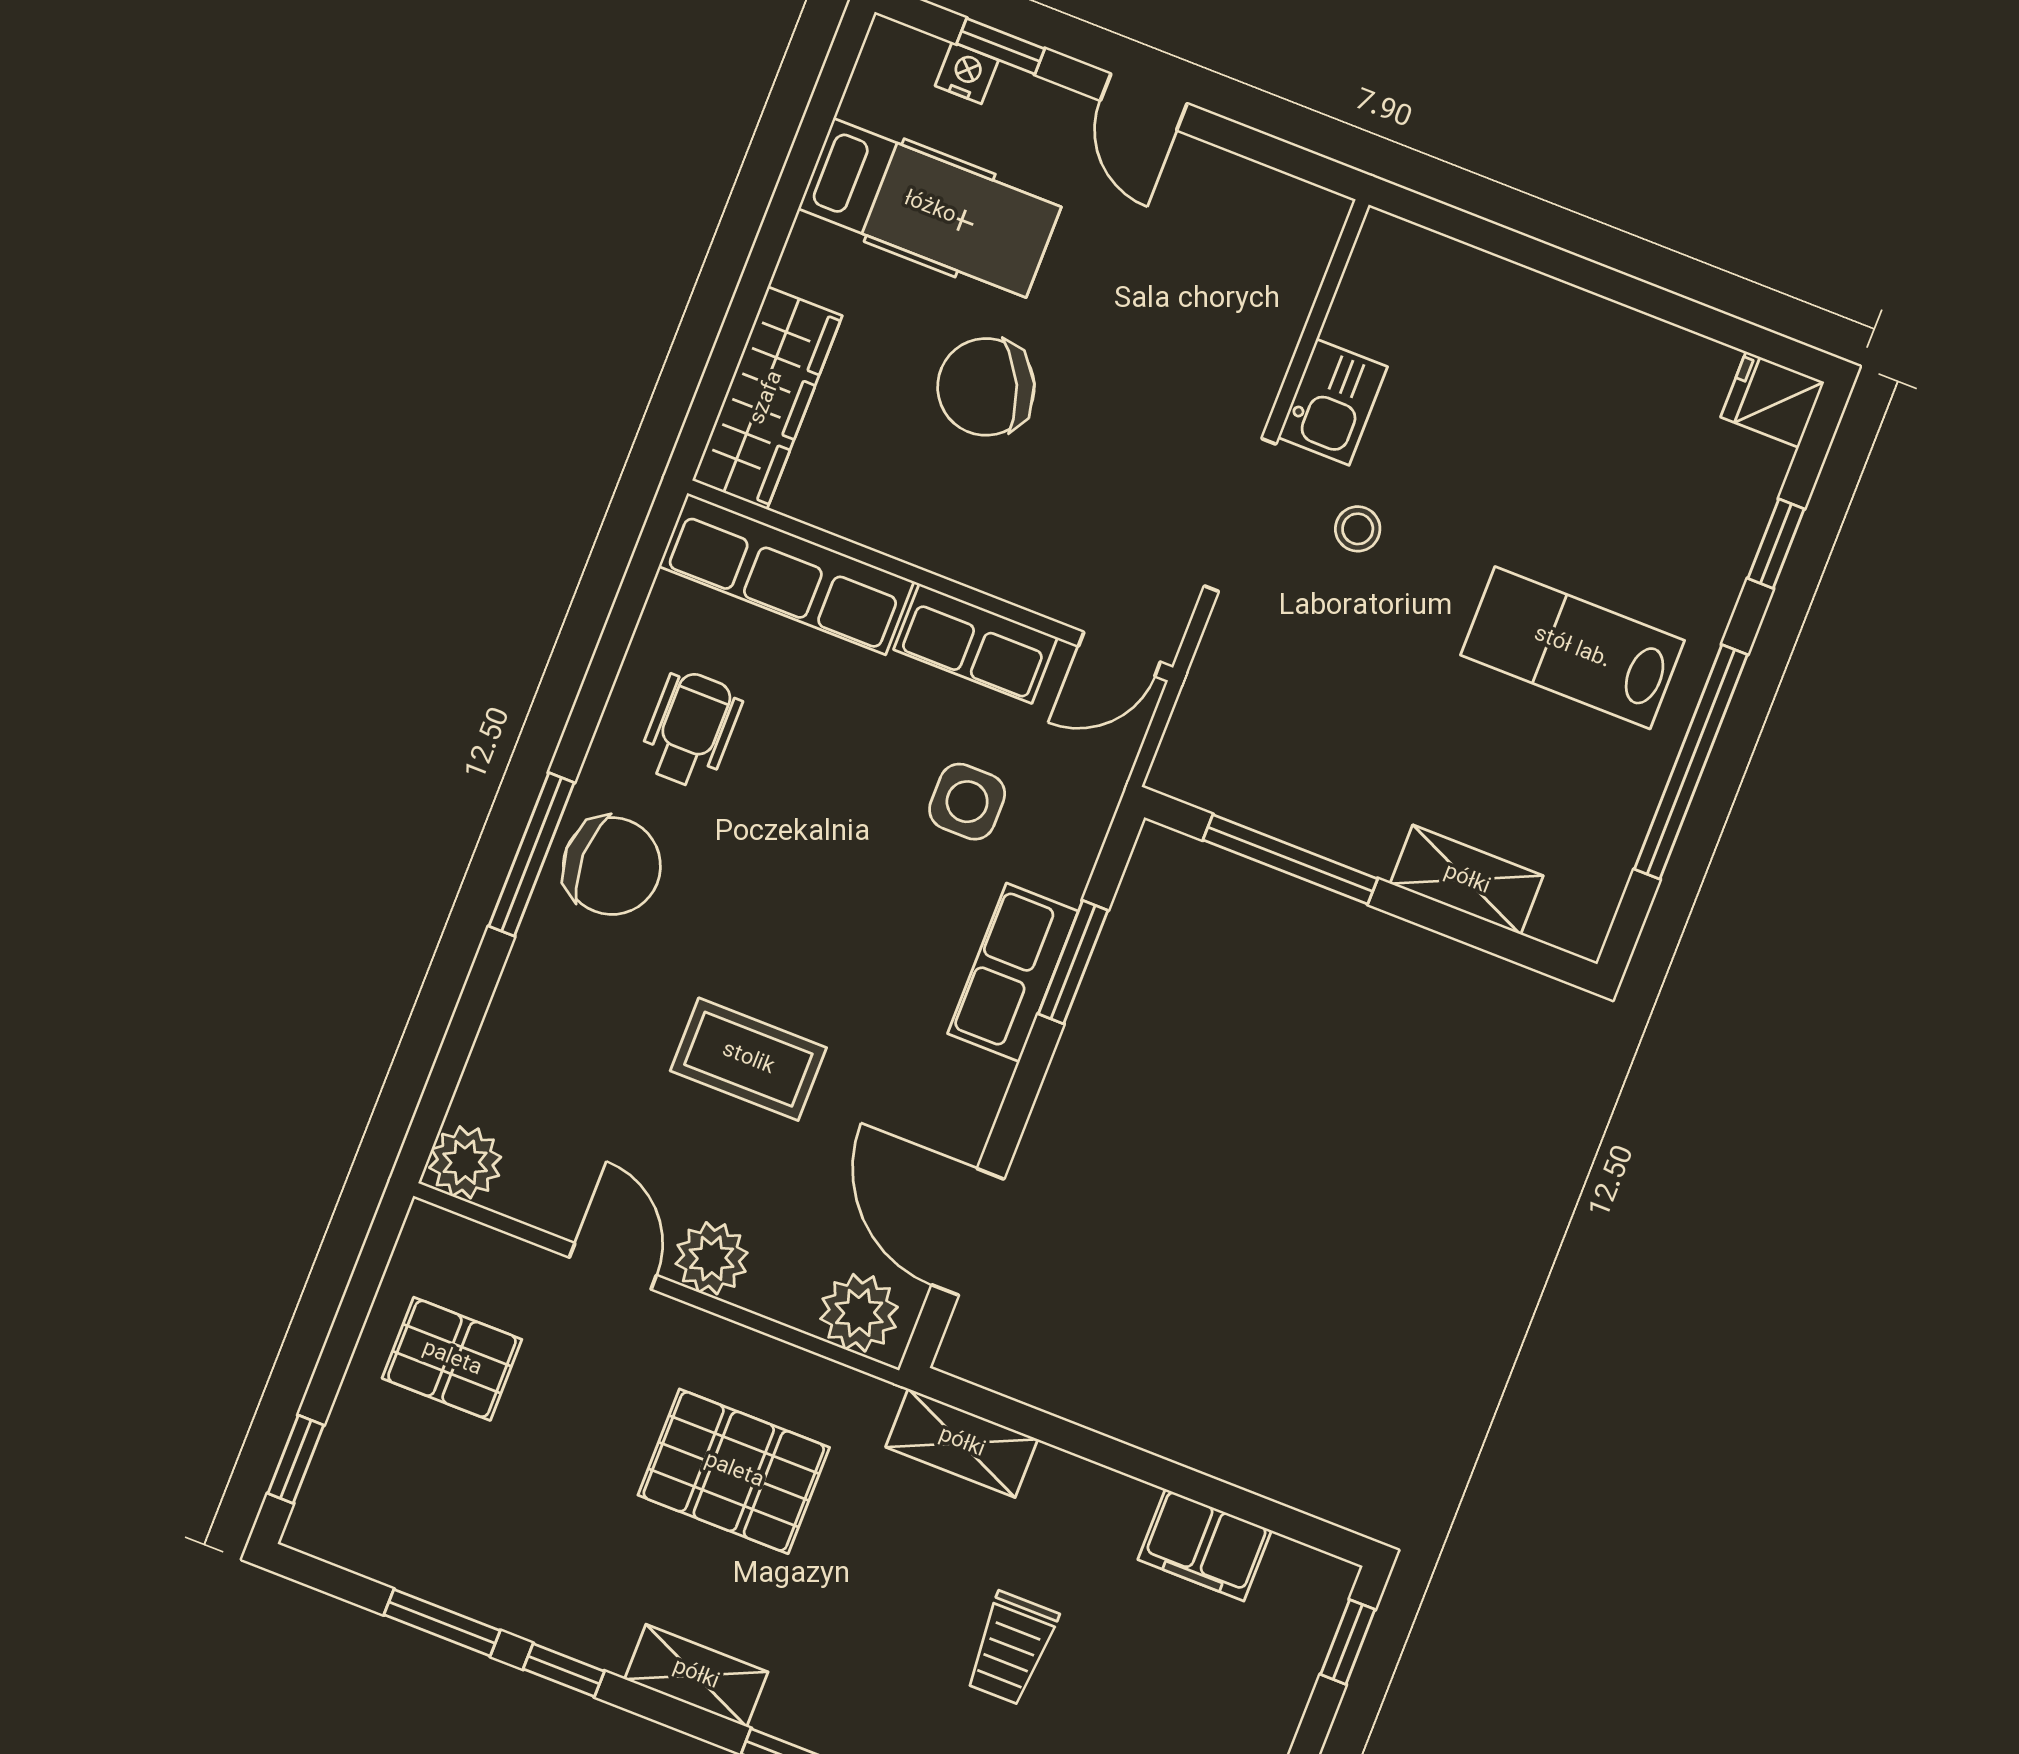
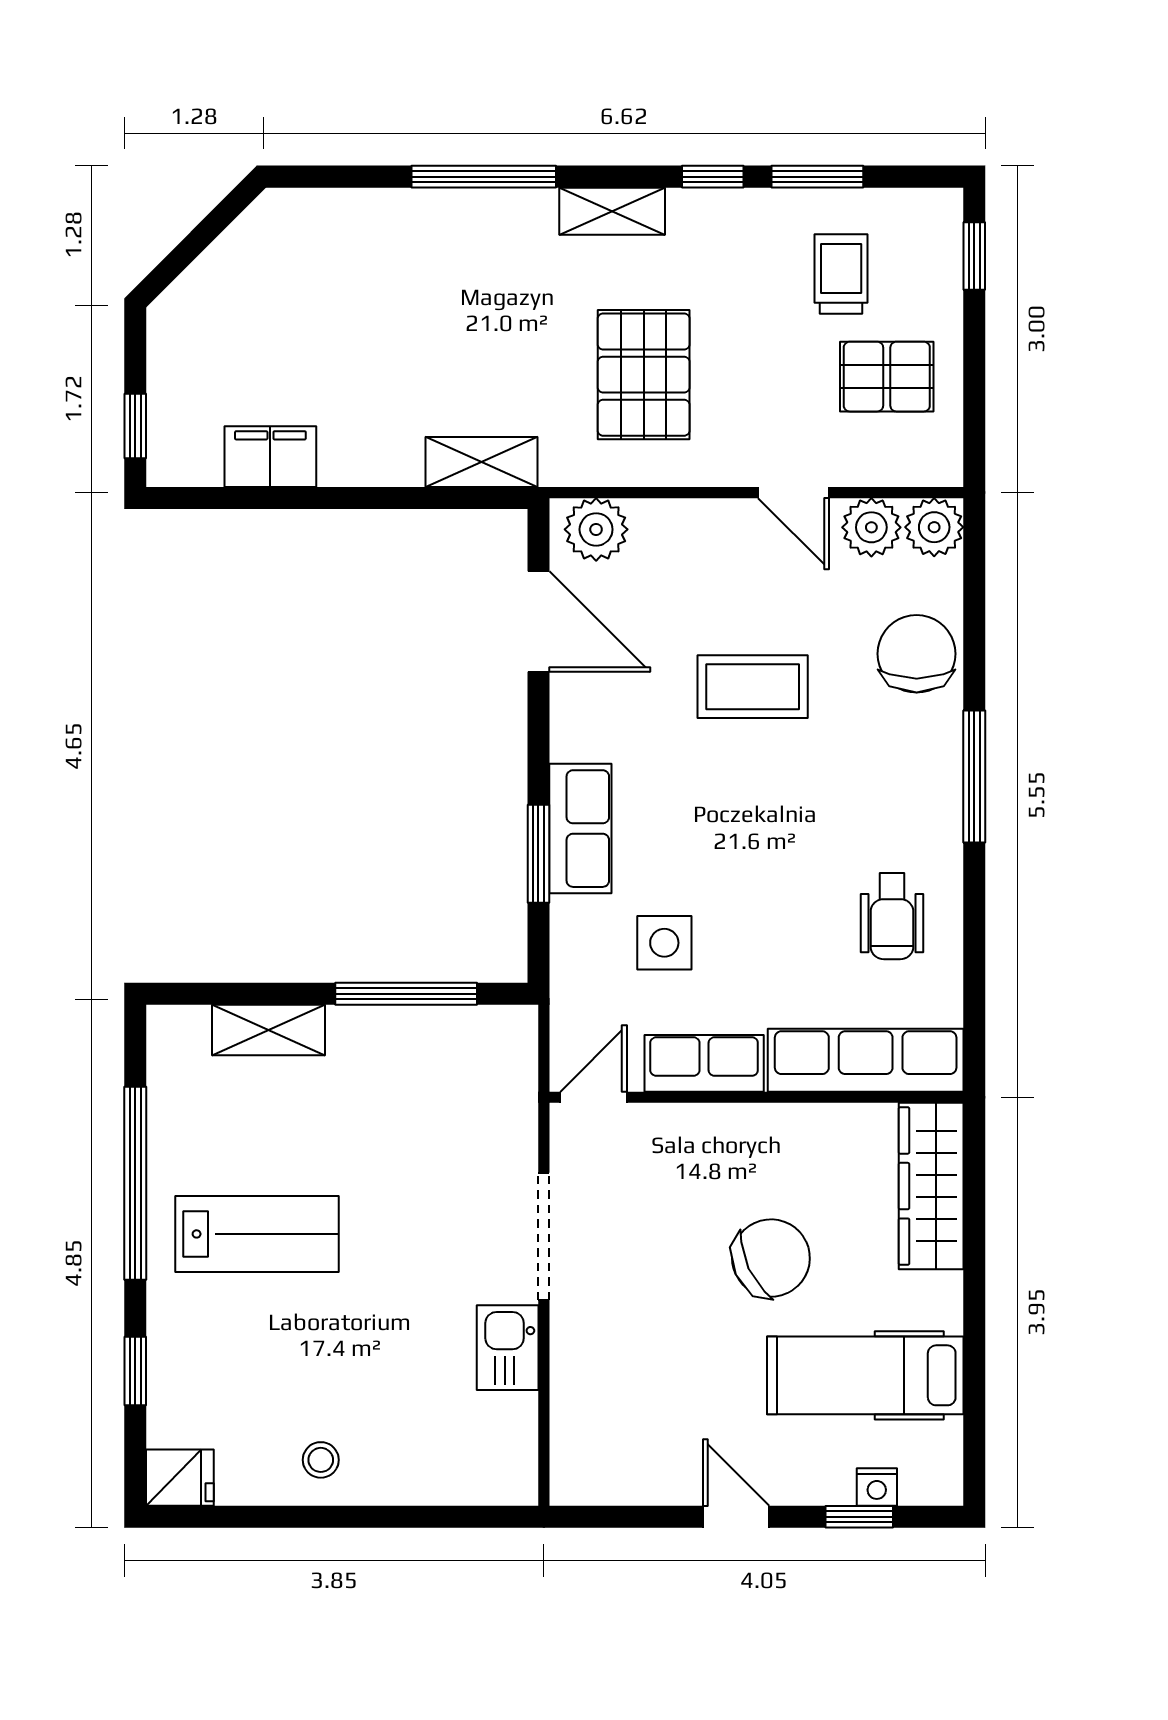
stool: (1358, 529) -> (321, 1460), moved
chair: (612, 866) -> (917, 654), moved, turned 90
plant: (712, 1258) -> (871, 527), moved
pallet: (734, 1471) -> (644, 375), turned 90
trolley: (1011, 1648) -> (841, 274), moved

